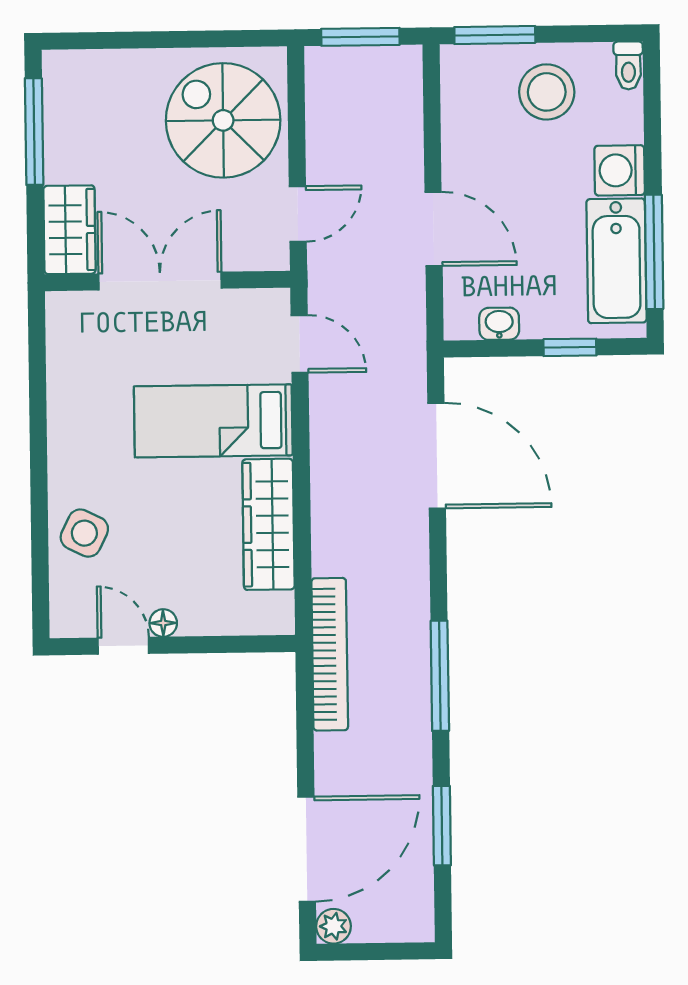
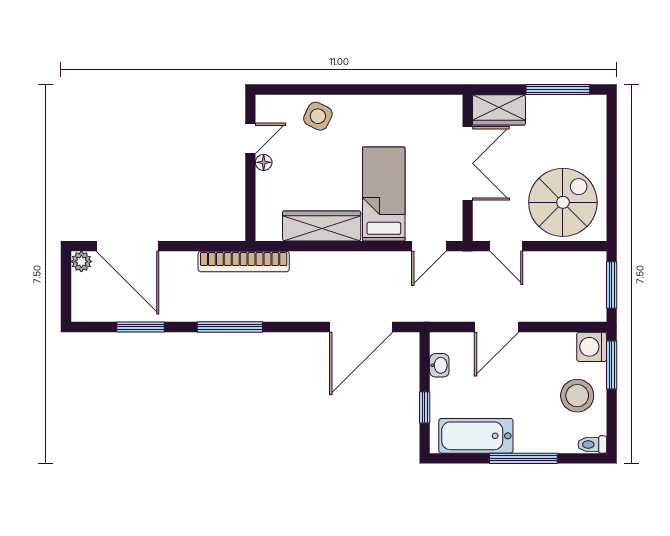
washing machine: (620, 170) -> (592, 347), moved, turned -90
window: (654, 252) -> (523, 458), moved

